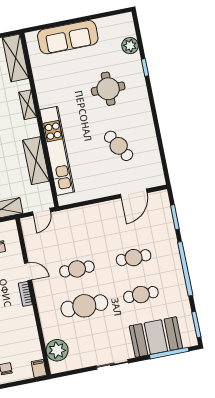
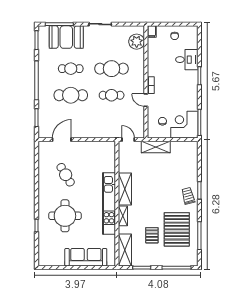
plant: (130, 46) -> (44, 243), removed
round table: (108, 89) -> (65, 216), width x1.36, depth x1.36
kitchen unit: (57, 151) -> (109, 204), moved
shelving: (36, 161) -> (125, 189), moved
door: (42, 212) -> (128, 140), hinge flipped
cafe table: (134, 258) -> (71, 95), width x1.37, depth x1.35

